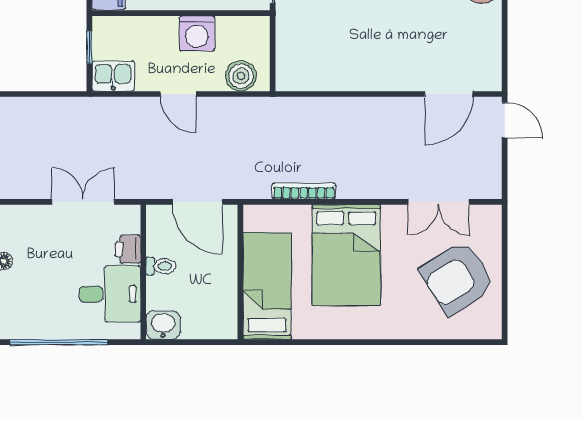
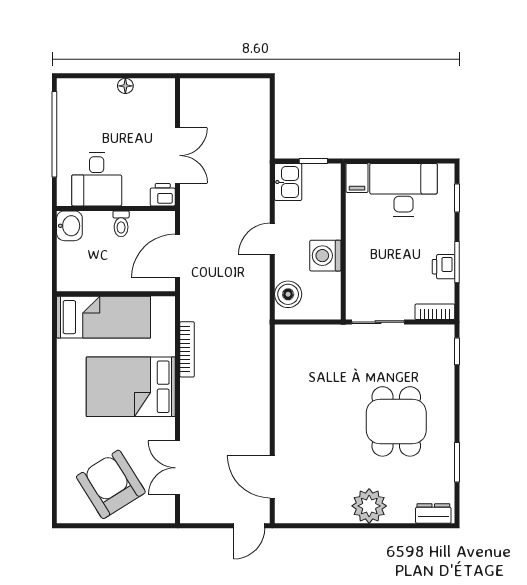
printer: (128, 249) -> (163, 195), moved

